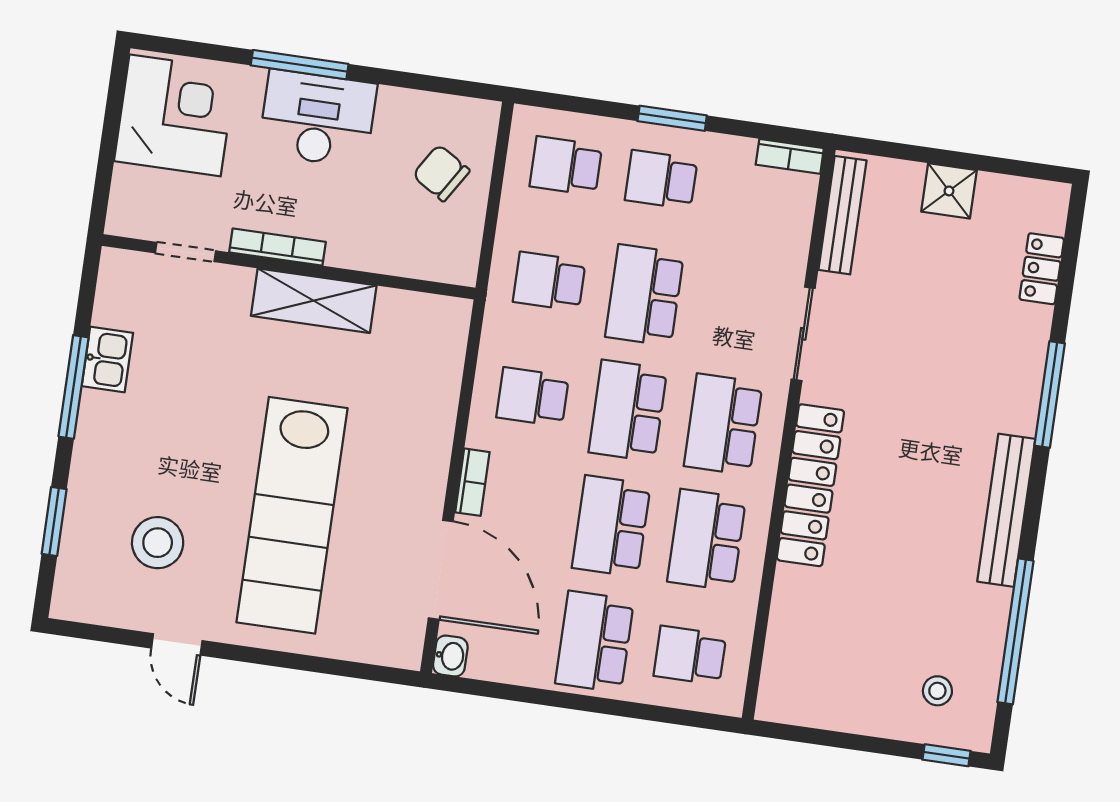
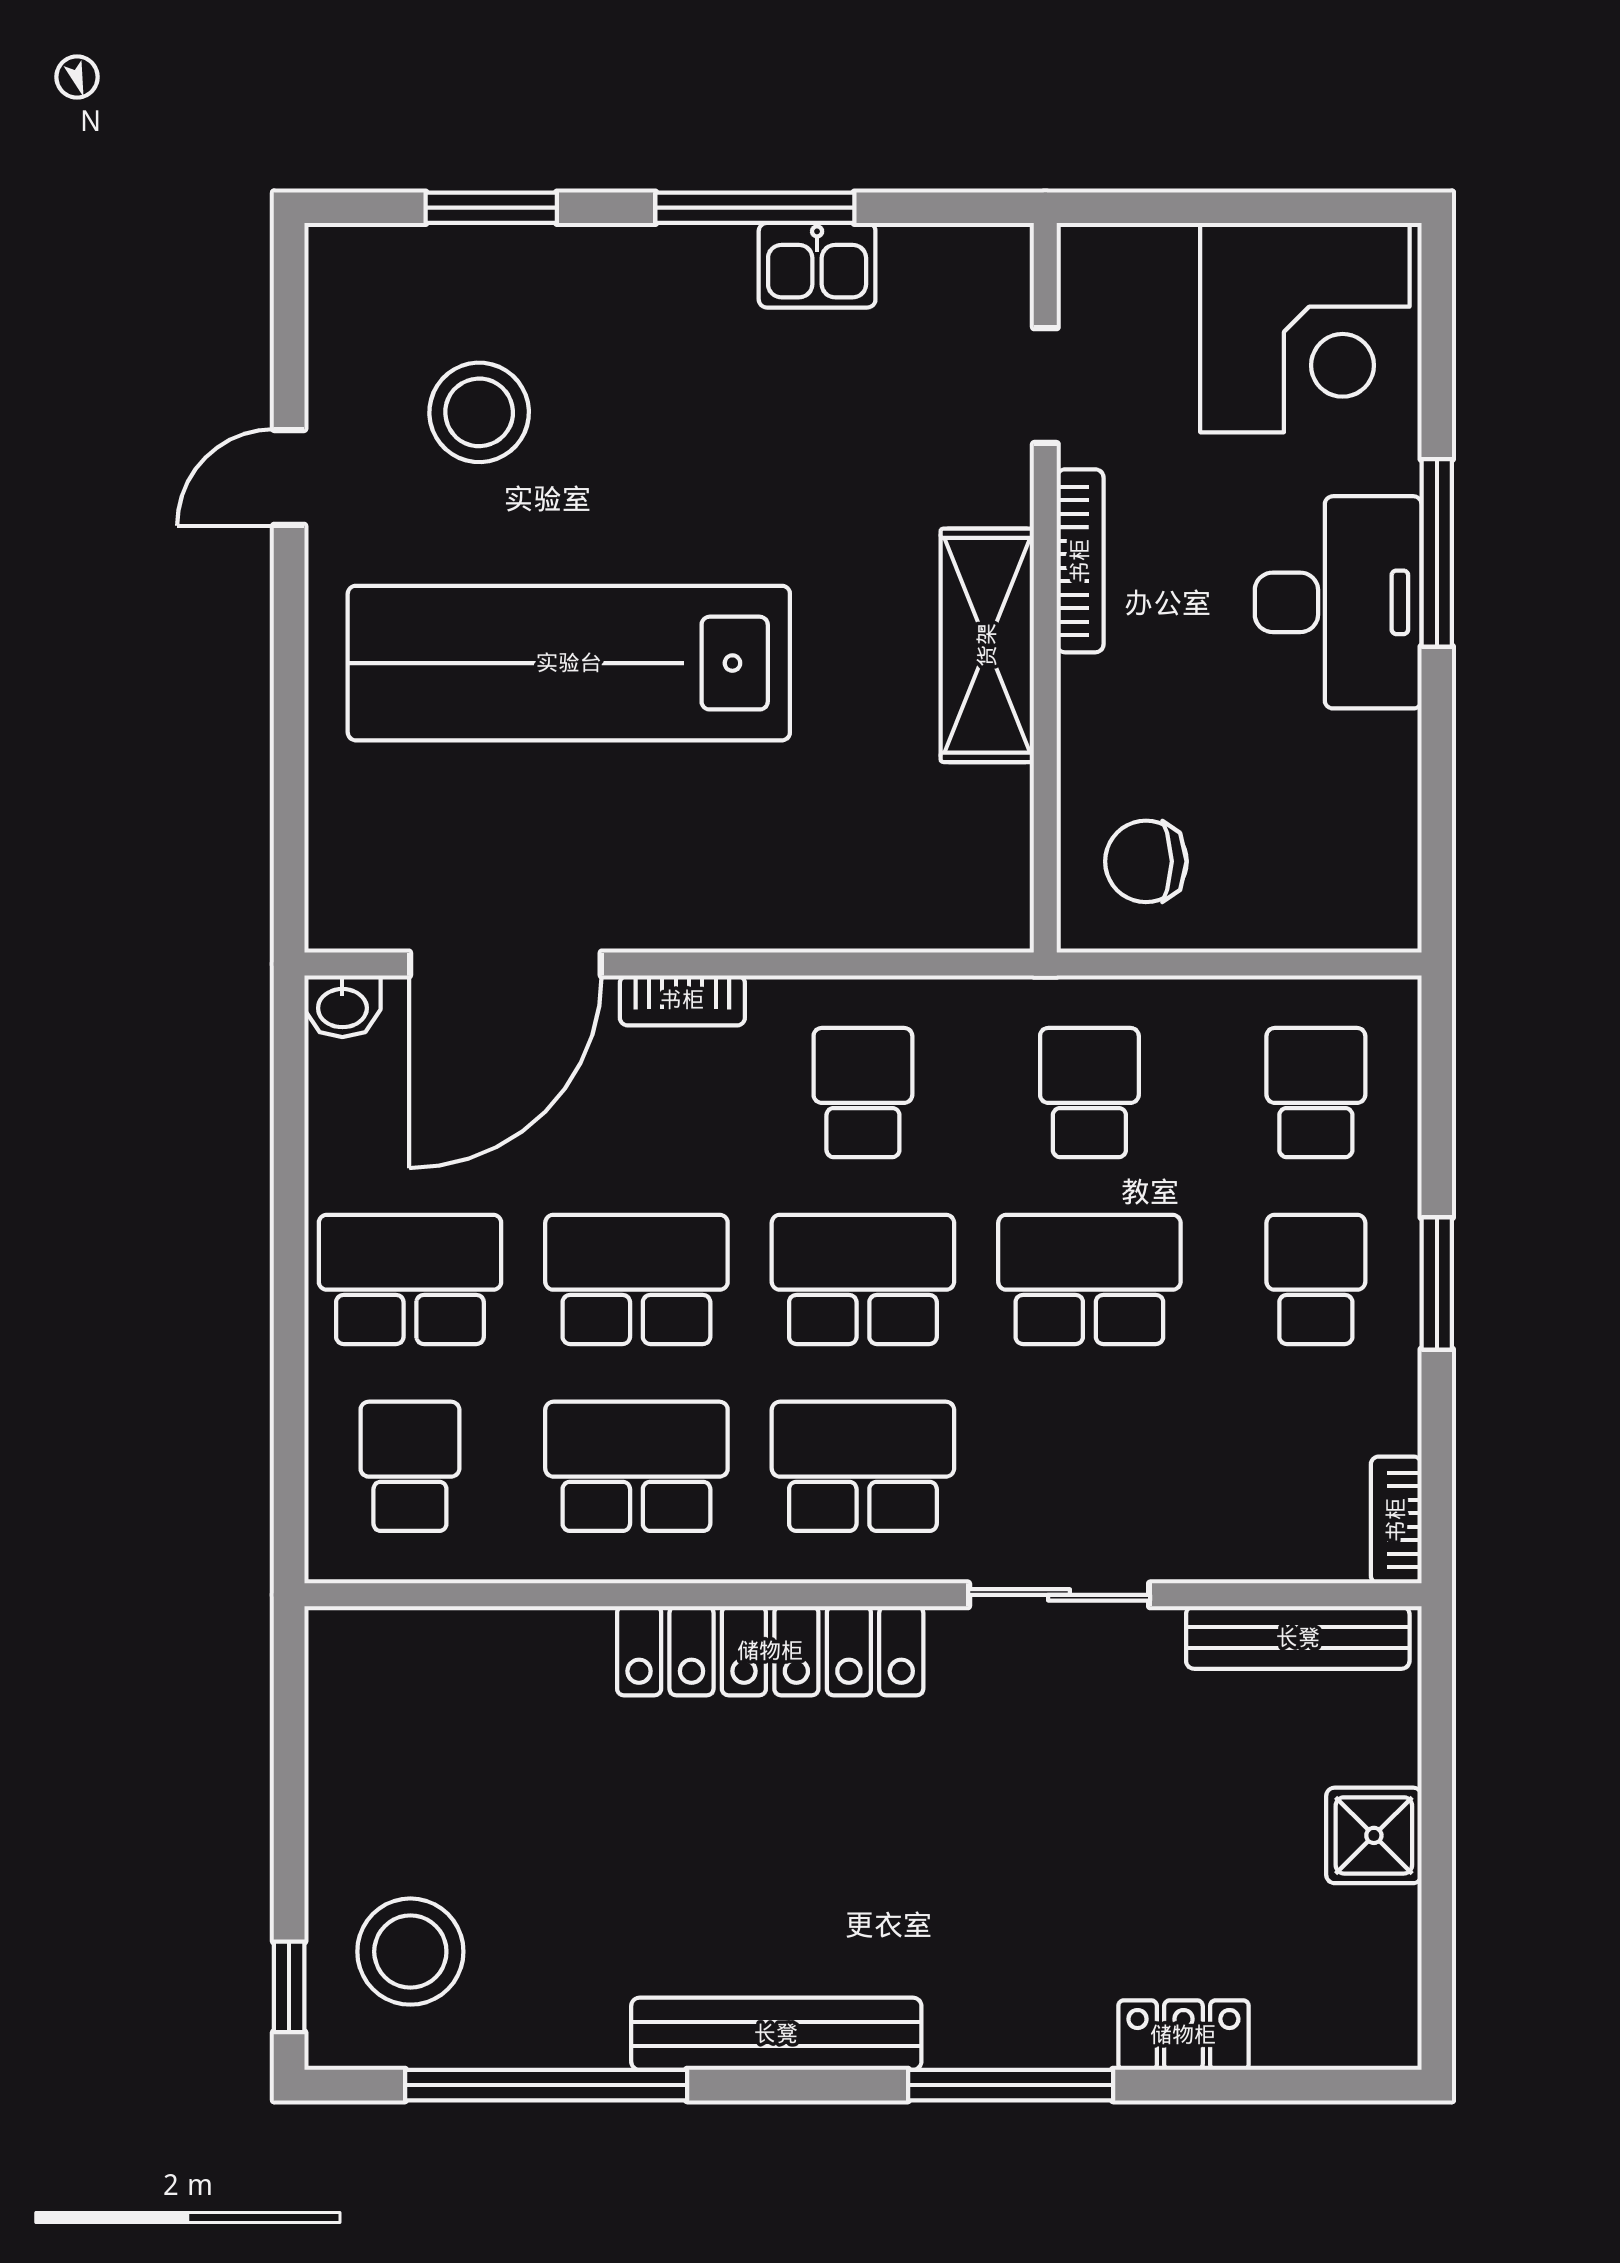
chair: (441, 173) -> (1146, 861), moved, turned -122
locker: (1042, 269) -> (1183, 2035), moved
stool: (937, 691) -> (410, 1952), width x1.89, depth x1.89

